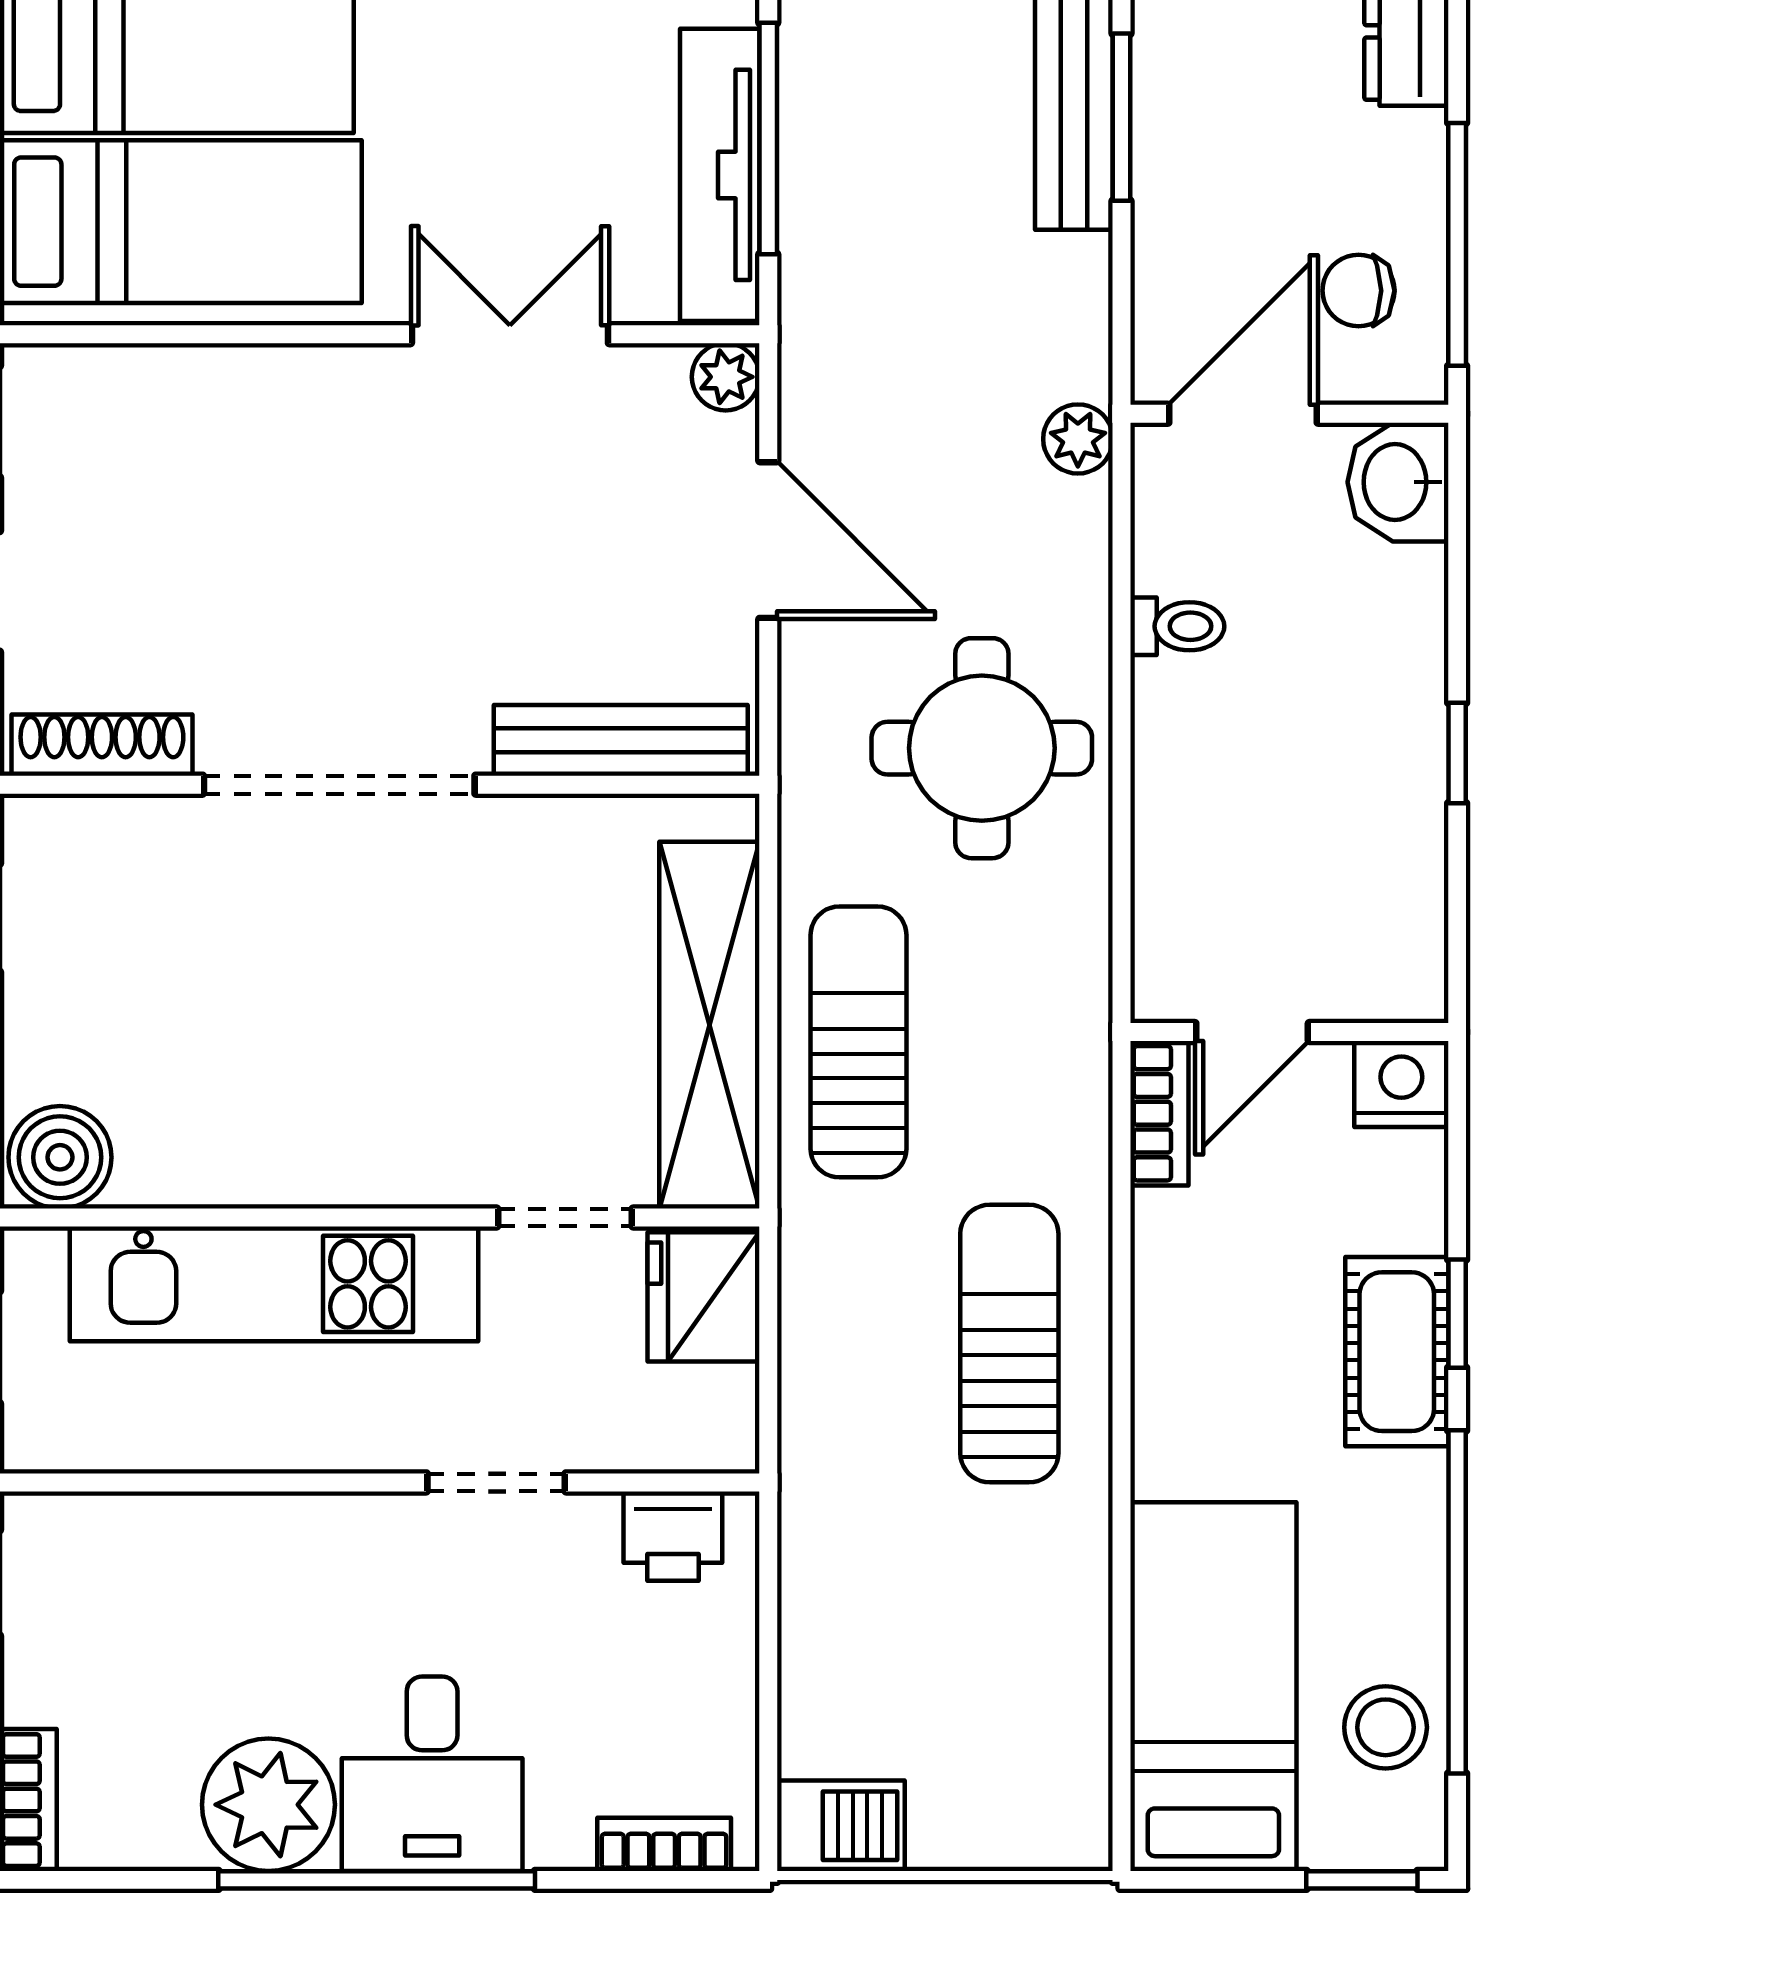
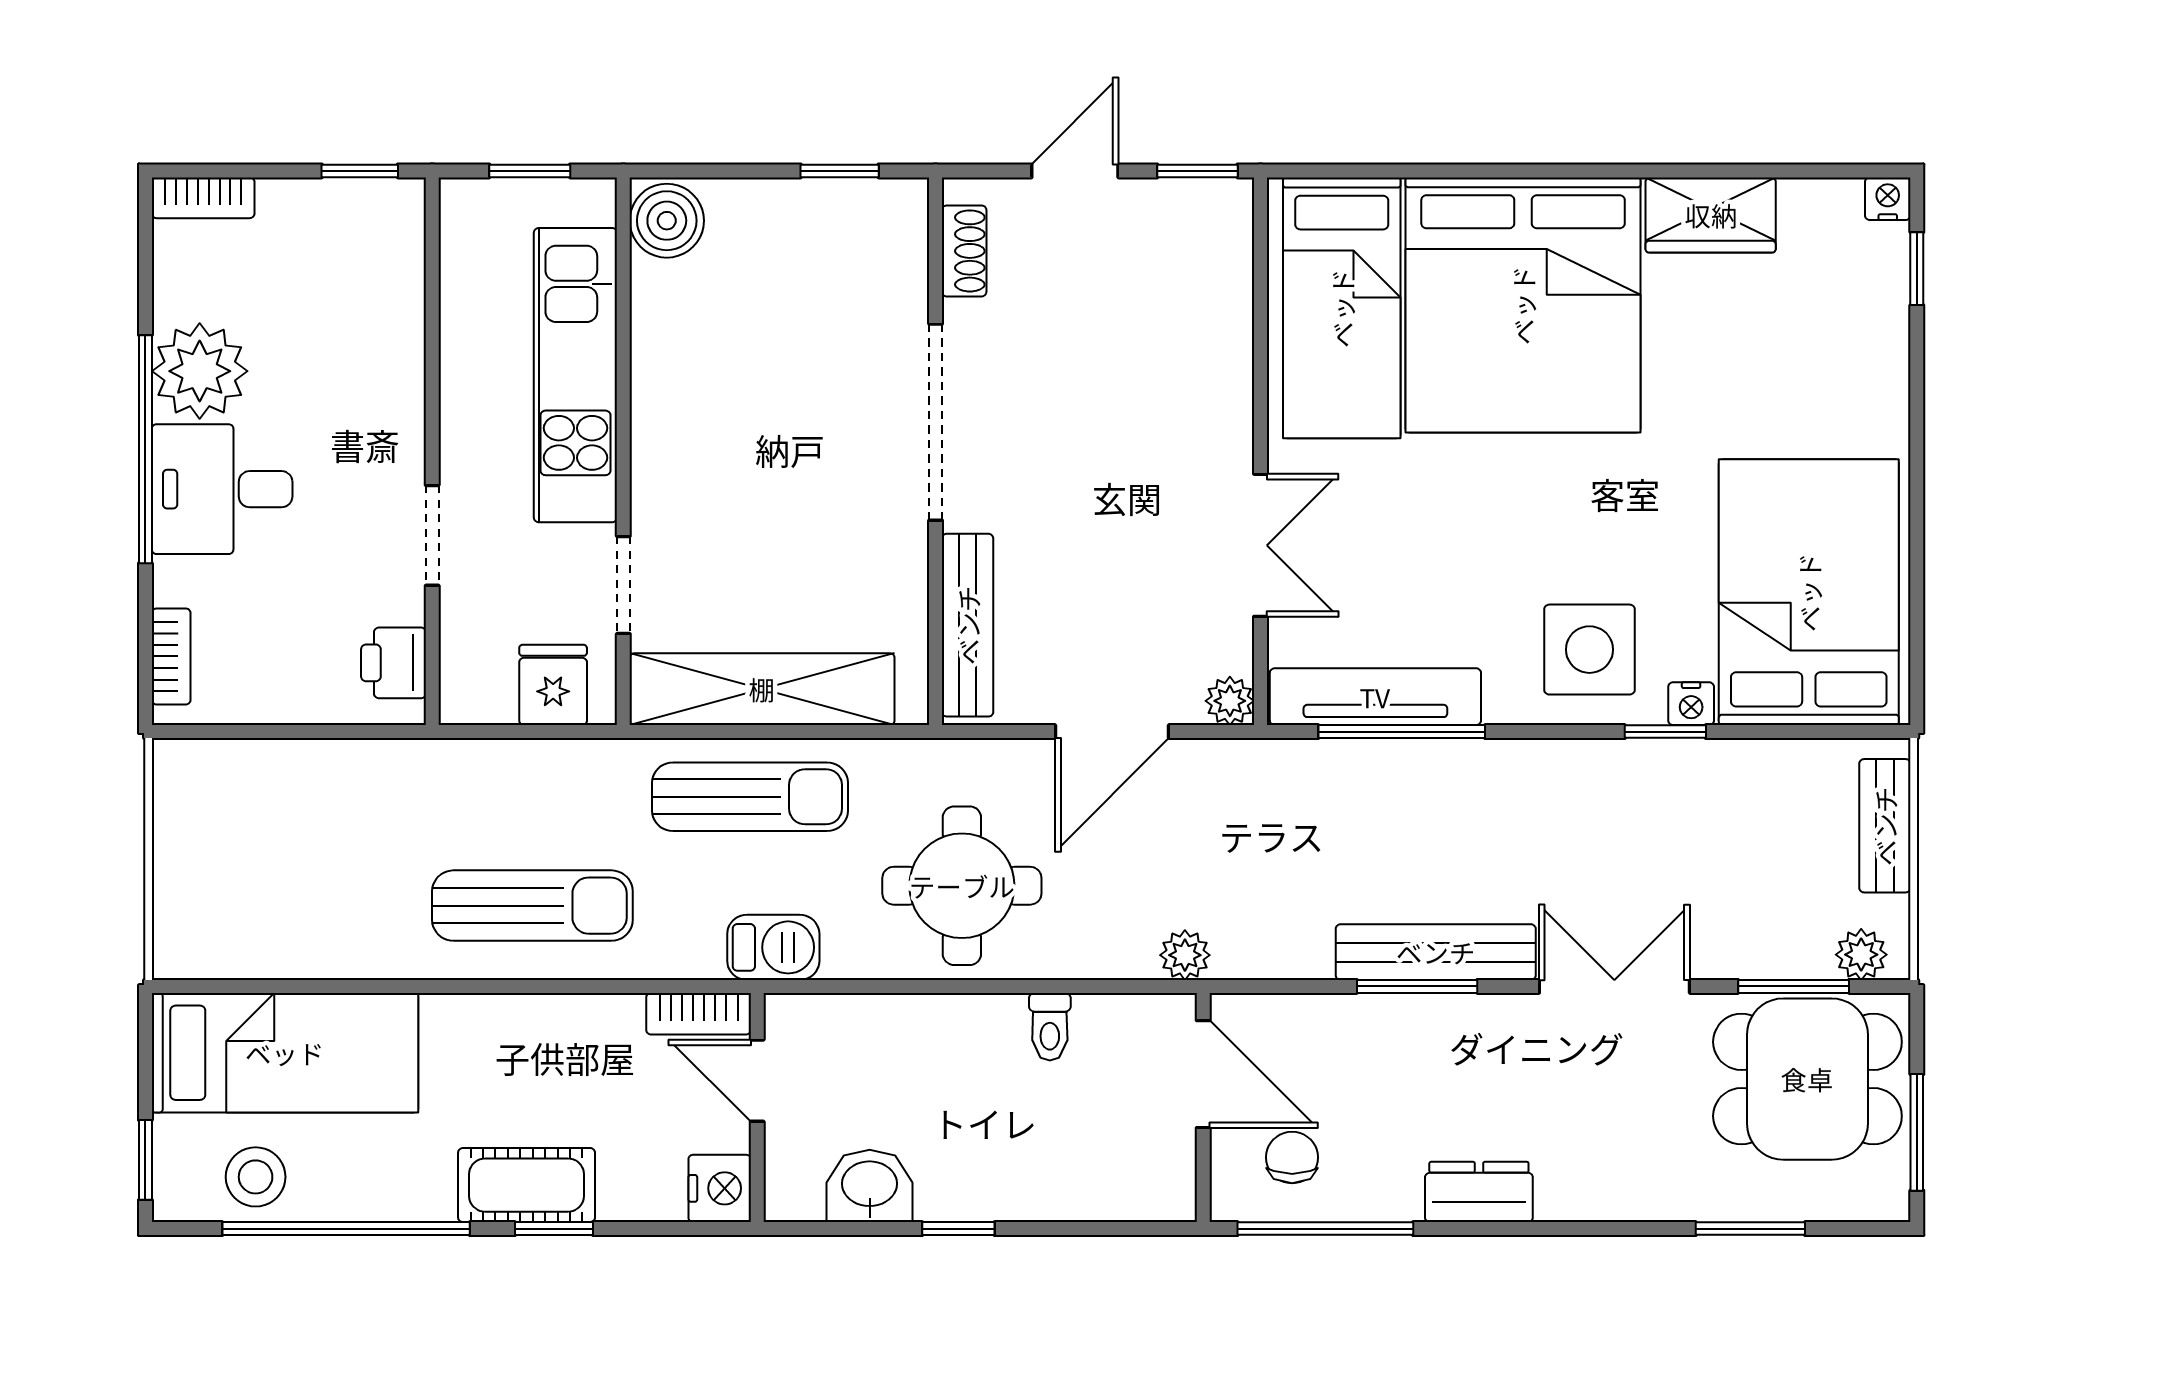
washbasin: (1398, 482) -> (870, 1186), moved
shoe rack: (102, 745) -> (964, 251), width x0.70
fridge: (704, 1297) -> (553, 685), width x0.72
barbecue: (841, 1826) -> (773, 947), moved, turned -90

